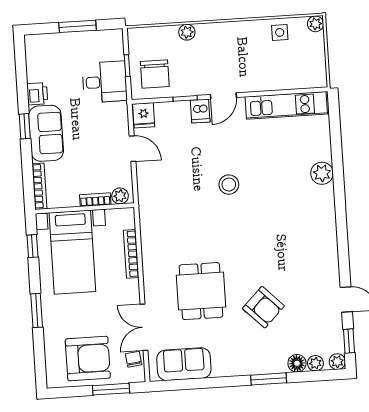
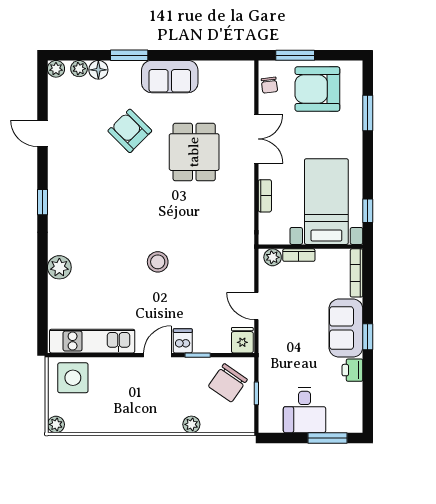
window: (78, 26) -> (327, 438), moved
side table: (280, 32) -> (73, 378), moved, width x1.87, depth x1.87
chair: (155, 74) -> (228, 383), turned -145
desk: (105, 82) -> (305, 410), moved, turned -90
bookcase: (131, 254) -> (265, 196), width x0.64
window: (37, 310) -> (368, 113), moved
double door: (144, 327) -> (256, 139), moved
window: (349, 341) -> (42, 202), moved
sofa: (184, 364) -> (170, 77), moved

